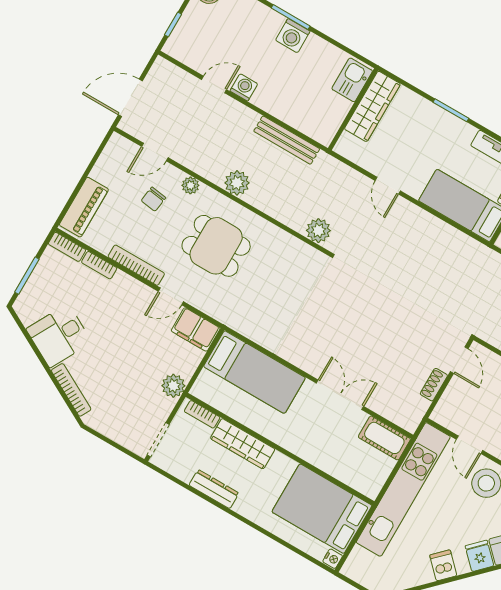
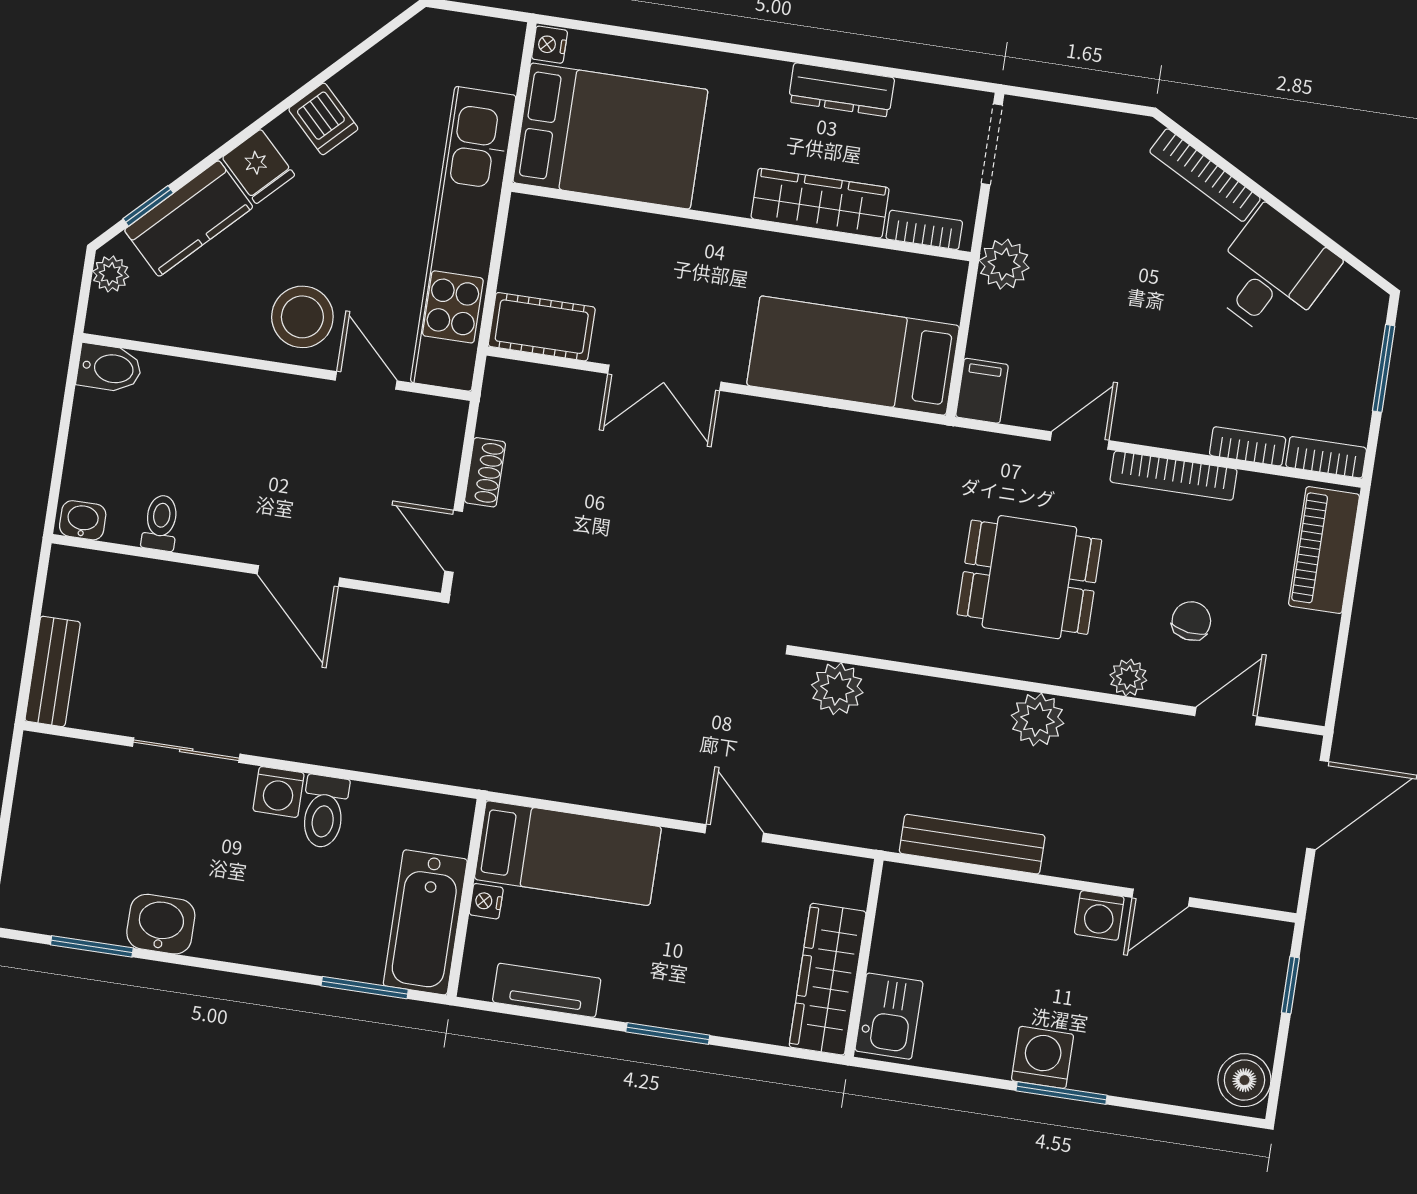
filing cabinet: (196, 329) -> (982, 391), width x0.50

